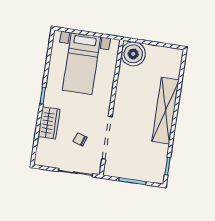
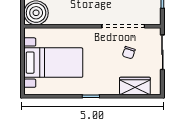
wardrobe: (49, 123) -> (135, 86), moved

